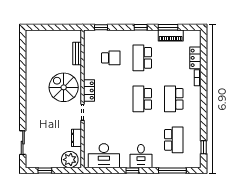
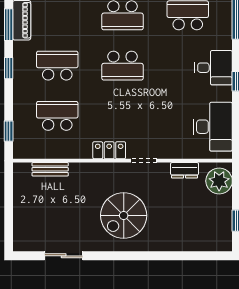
school desk: (111, 58) -> (57, 116), width x1.85
school desk: (142, 58) -> (57, 66), turned 180
spiral stairs: (64, 87) -> (124, 215), moved
sliding door: (23, 143) -> (64, 256), moved

